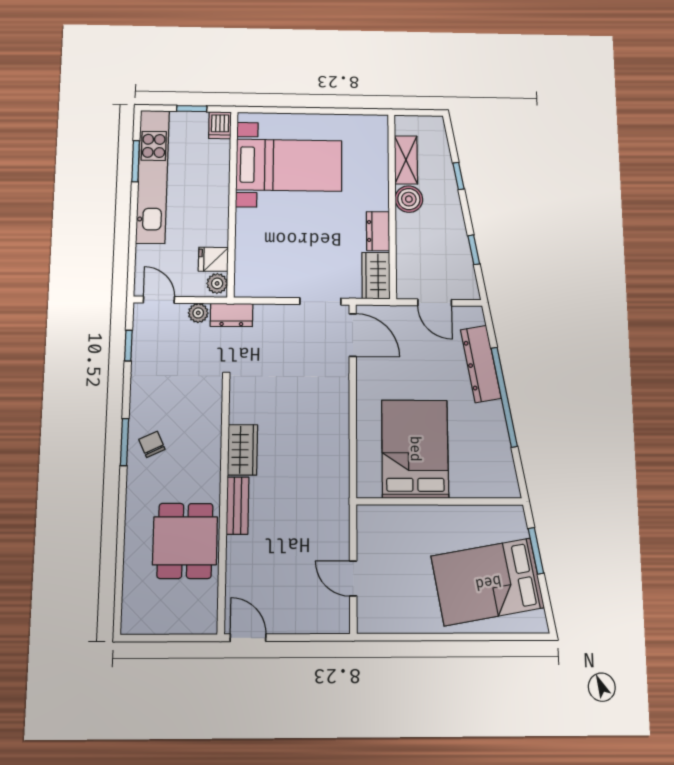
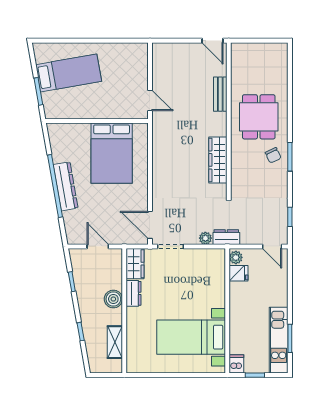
kitchen unit: (153, 176) -> (279, 340), width x0.73
boiler: (409, 199) -> (113, 299), moved
plant: (198, 313) -> (205, 238), moved
dresser: (481, 364) -> (66, 186), moved
wardrobe: (242, 450) -> (218, 160), width x1.50
bench: (237, 506) -> (220, 94), moved
dining table: (185, 541) -> (259, 117), moved
door: (353, 578) -> (150, 101), moved
bed: (488, 582) -> (69, 73), width x0.67

